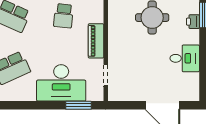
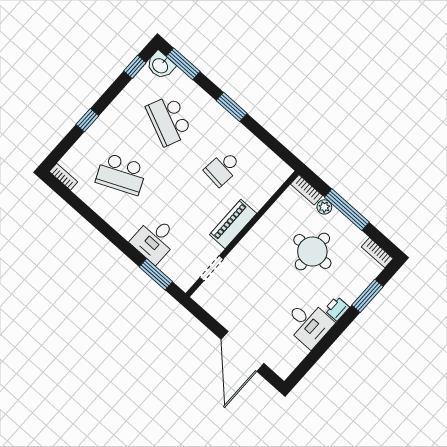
printer: (193, 22) -> (337, 309), moved
desk: (61, 83) -> (155, 240), width x0.53, depth x0.77

